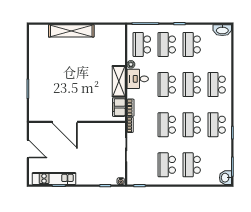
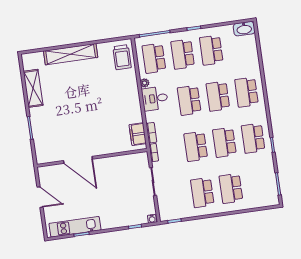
trolley: (115, 40) -> (122, 57), added
shelving: (119, 81) -> (33, 88), moved
washbasin: (225, 178) -> (272, 198), removed

